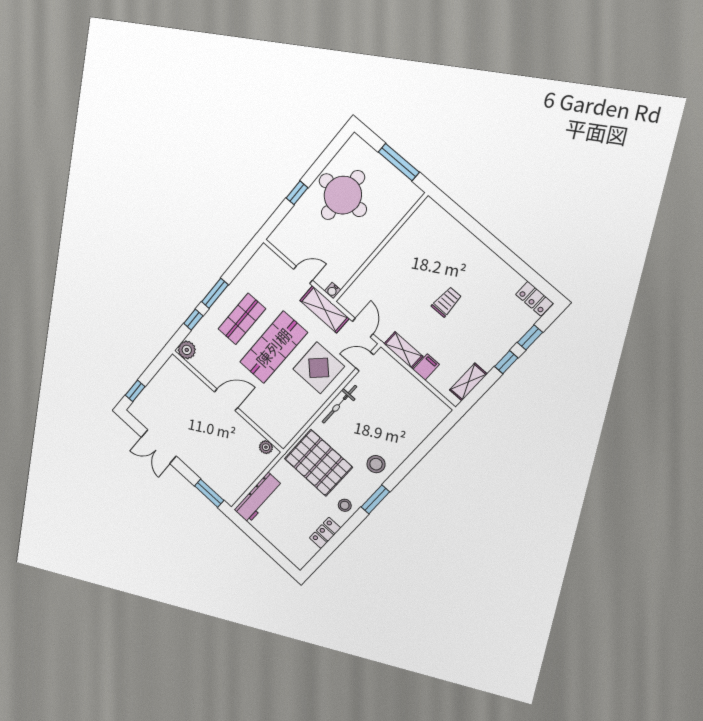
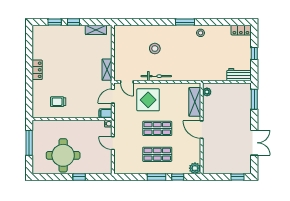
locker: (534, 299) -> (37, 70), moved
trolley: (447, 302) -> (58, 102), moved
shelving: (325, 309) -> (195, 102), moved
shop shelf: (273, 347) -> (157, 128), width x0.70, depth x0.74
filing cabinet: (426, 367) -> (105, 113), moved
pallet: (318, 463) -> (192, 62), removed
stool: (376, 464) -> (155, 49), moved
workbench: (258, 498) -> (239, 75), width x0.73
locker: (325, 533) -> (241, 30), moved
window: (263, 543) -> (254, 53), added

